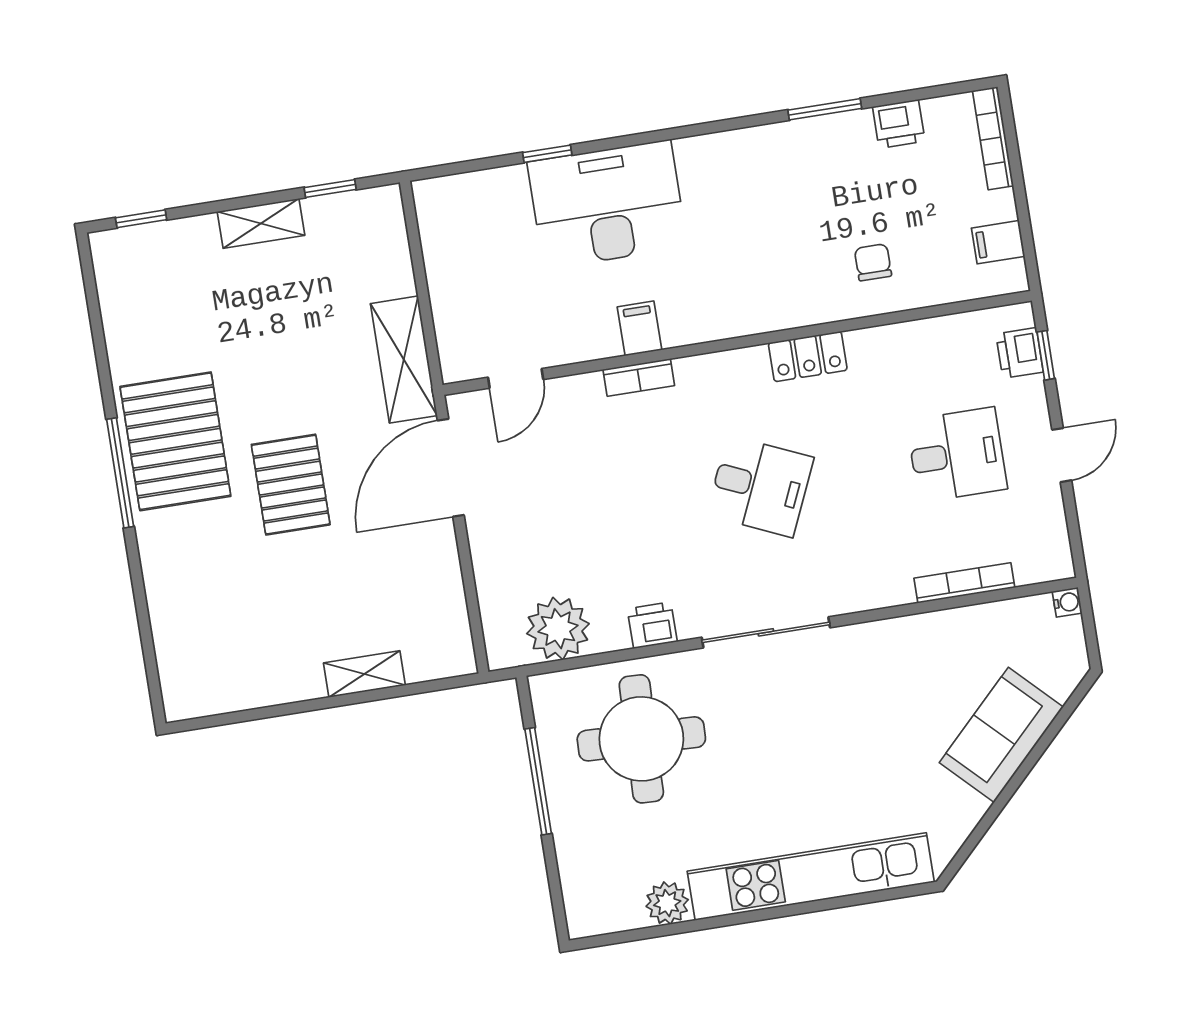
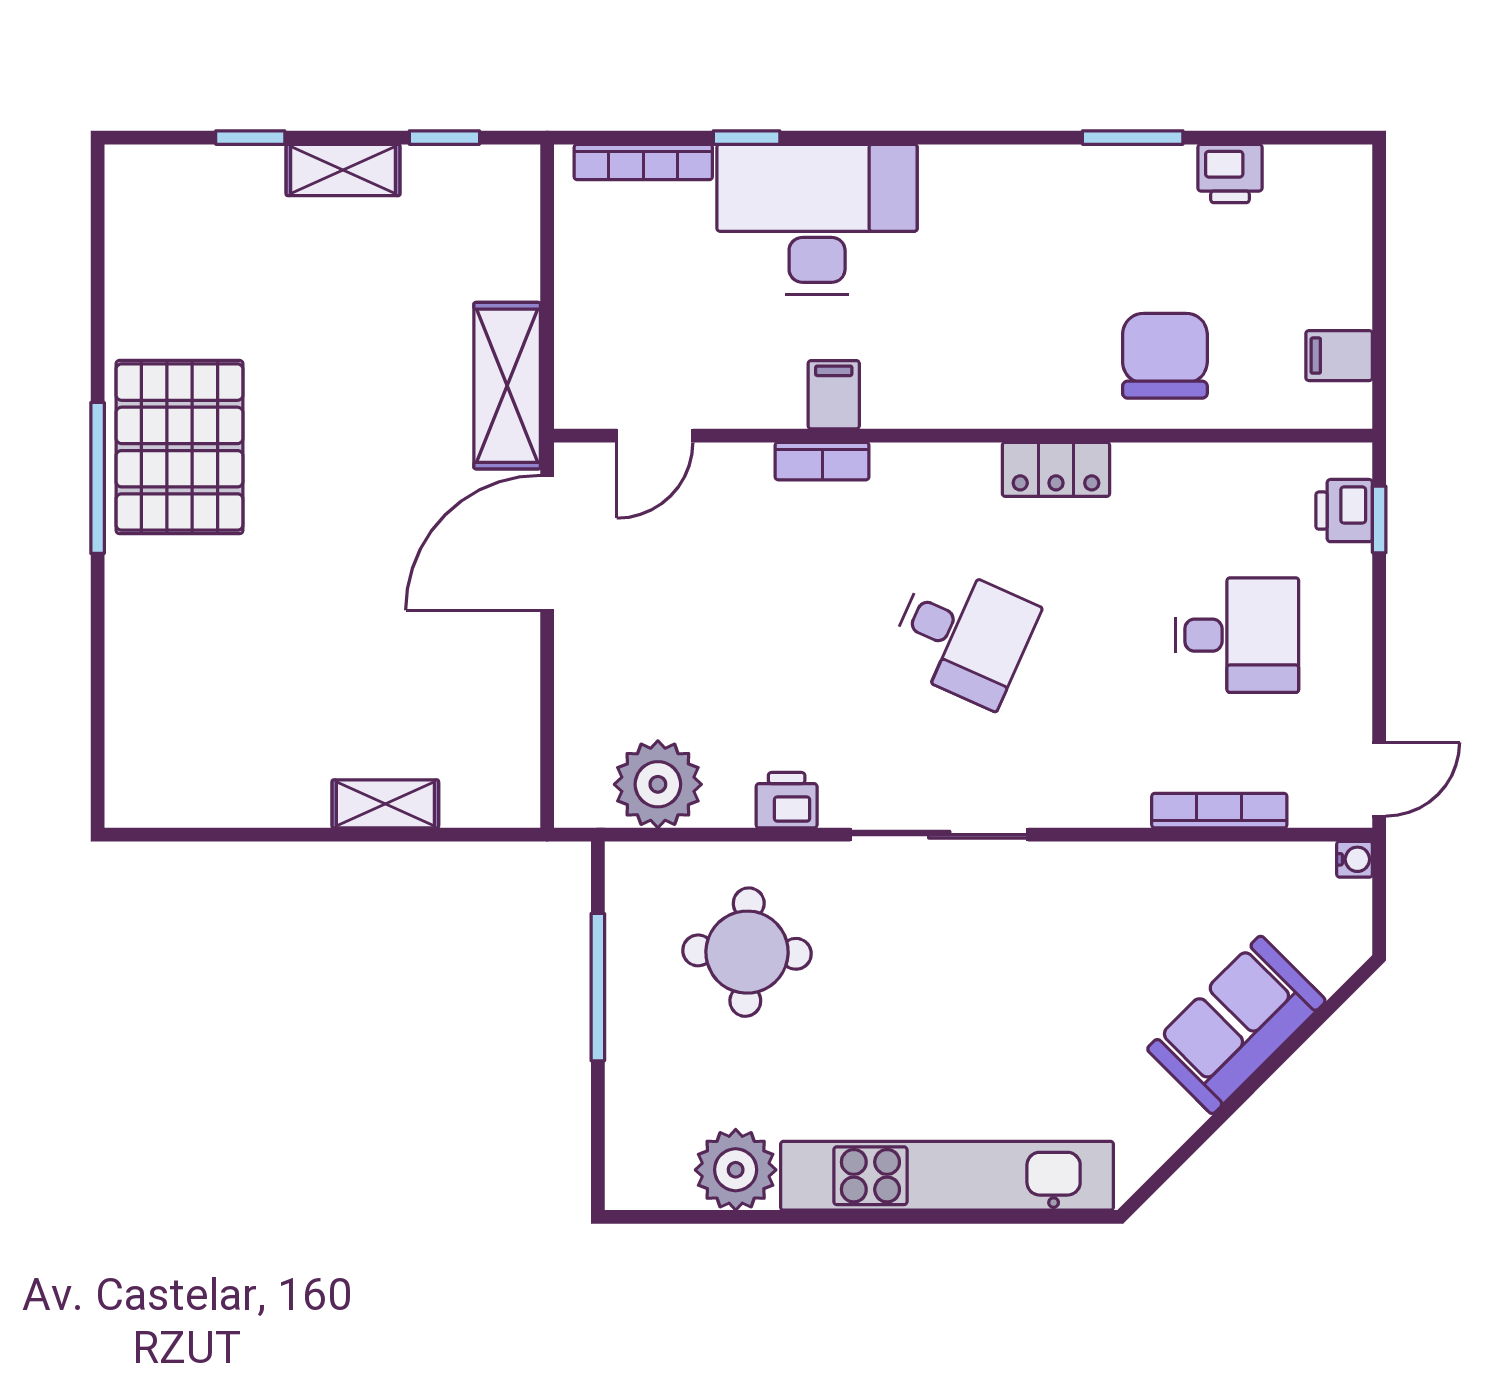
bookcase: (993, 138) -> (643, 162), moved, turned -90
window: (141, 219) -> (250, 138), moved
chair: (873, 262) -> (1165, 356), width x1.87, depth x1.87
door: (1062, 455) -> (1379, 779), moved
pallet: (291, 485) -> (327, 531), removed
round table: (641, 739) -> (747, 952), width x0.73, depth x0.73
plant: (667, 903) -> (736, 1170), width x1.36, depth x1.36

